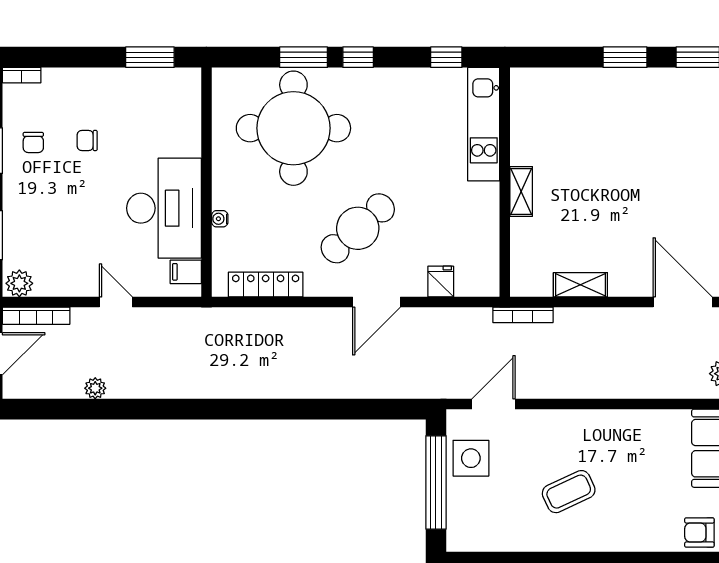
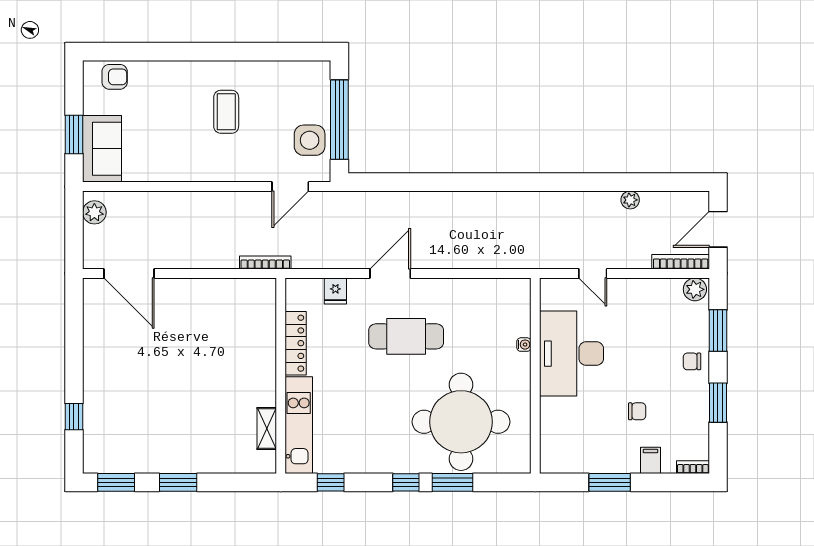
window: (150, 57) -> (610, 482), moved
chair: (33, 142) -> (692, 361), moved, turned -90
shelving: (521, 191) -> (267, 428), moved
cafe table: (358, 228) -> (406, 336), turned 42
filing cabinet: (186, 272) -> (650, 460), moved, turned -90
locker: (266, 285) -> (296, 343), moved, turned -90
shelving: (580, 285) -> (216, 288), removed
door: (116, 302) -> (593, 274), moved
coffee table: (569, 492) -> (226, 112), turned -65

